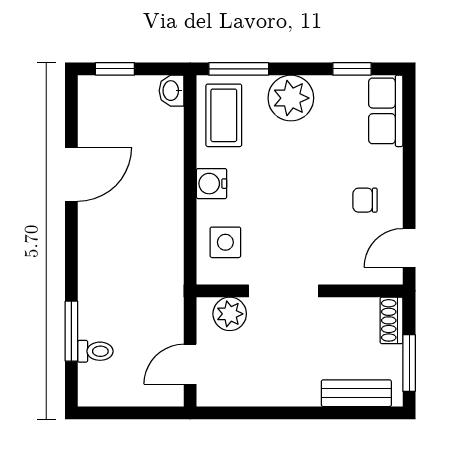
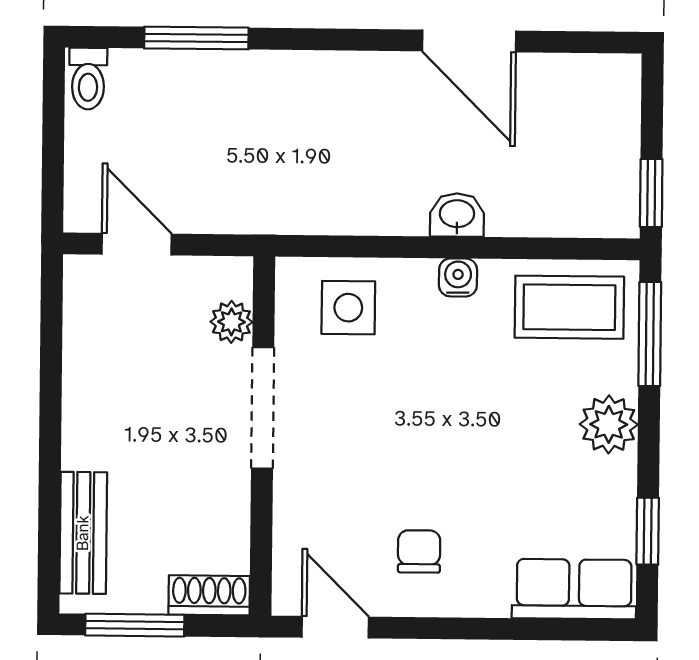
window: (115, 69) -> (651, 193), moved
washbasin: (172, 91) -> (457, 215), moved
plant: (291, 98) -> (609, 424), width x0.73, depth x0.73
water cooler: (212, 184) -> (458, 277), width x0.72, depth x0.72
plant: (230, 314) -> (231, 322), width x0.73, depth x0.73
toilet: (95, 351) -> (88, 79), moved

